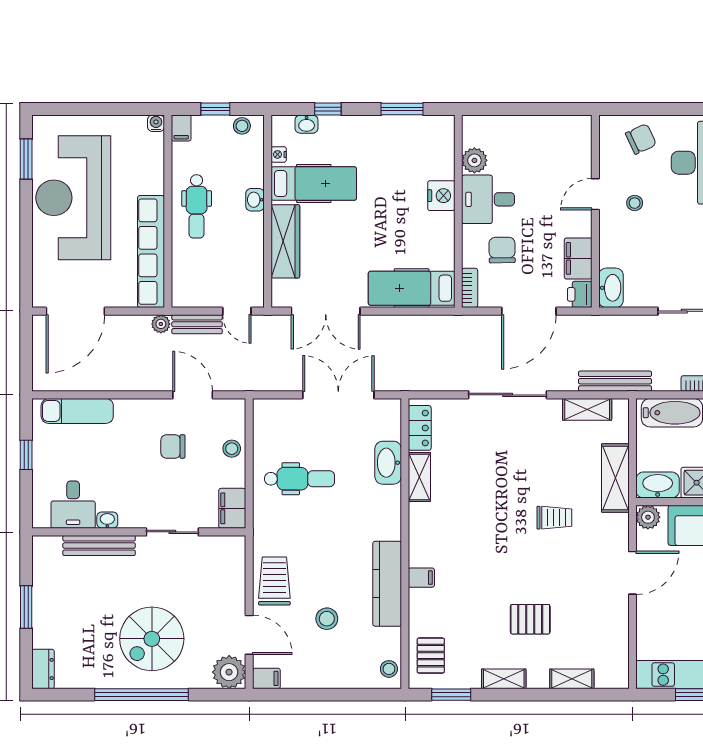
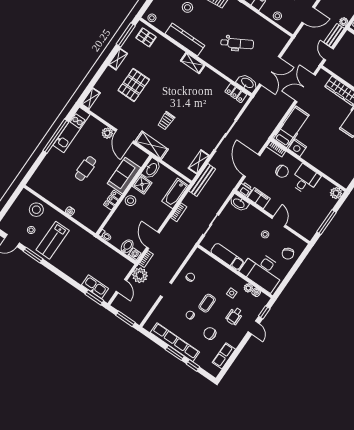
window: (538, 109) -> (326, 222), added
plant: (474, 160) -> (336, 193), moved
nightstand: (441, 196) -> (297, 148), moved
door: (237, 311) -> (329, 54), hinge flipped
washbasin: (388, 463) -> (247, 83), moved
shelving: (419, 477) -> (193, 63), moved
shelving: (615, 478) -> (152, 145), moved
dental chair: (299, 479) -> (237, 43), moved, turned -120
plant: (648, 517) -> (107, 133), moved
filing cabinet: (421, 578) -> (178, 54), removed
pallet: (530, 619) -> (134, 85), width x1.50, depth x1.42
shelving: (572, 679) -> (91, 99), moved
window: (451, 695) -> (126, 35), width x1.44

